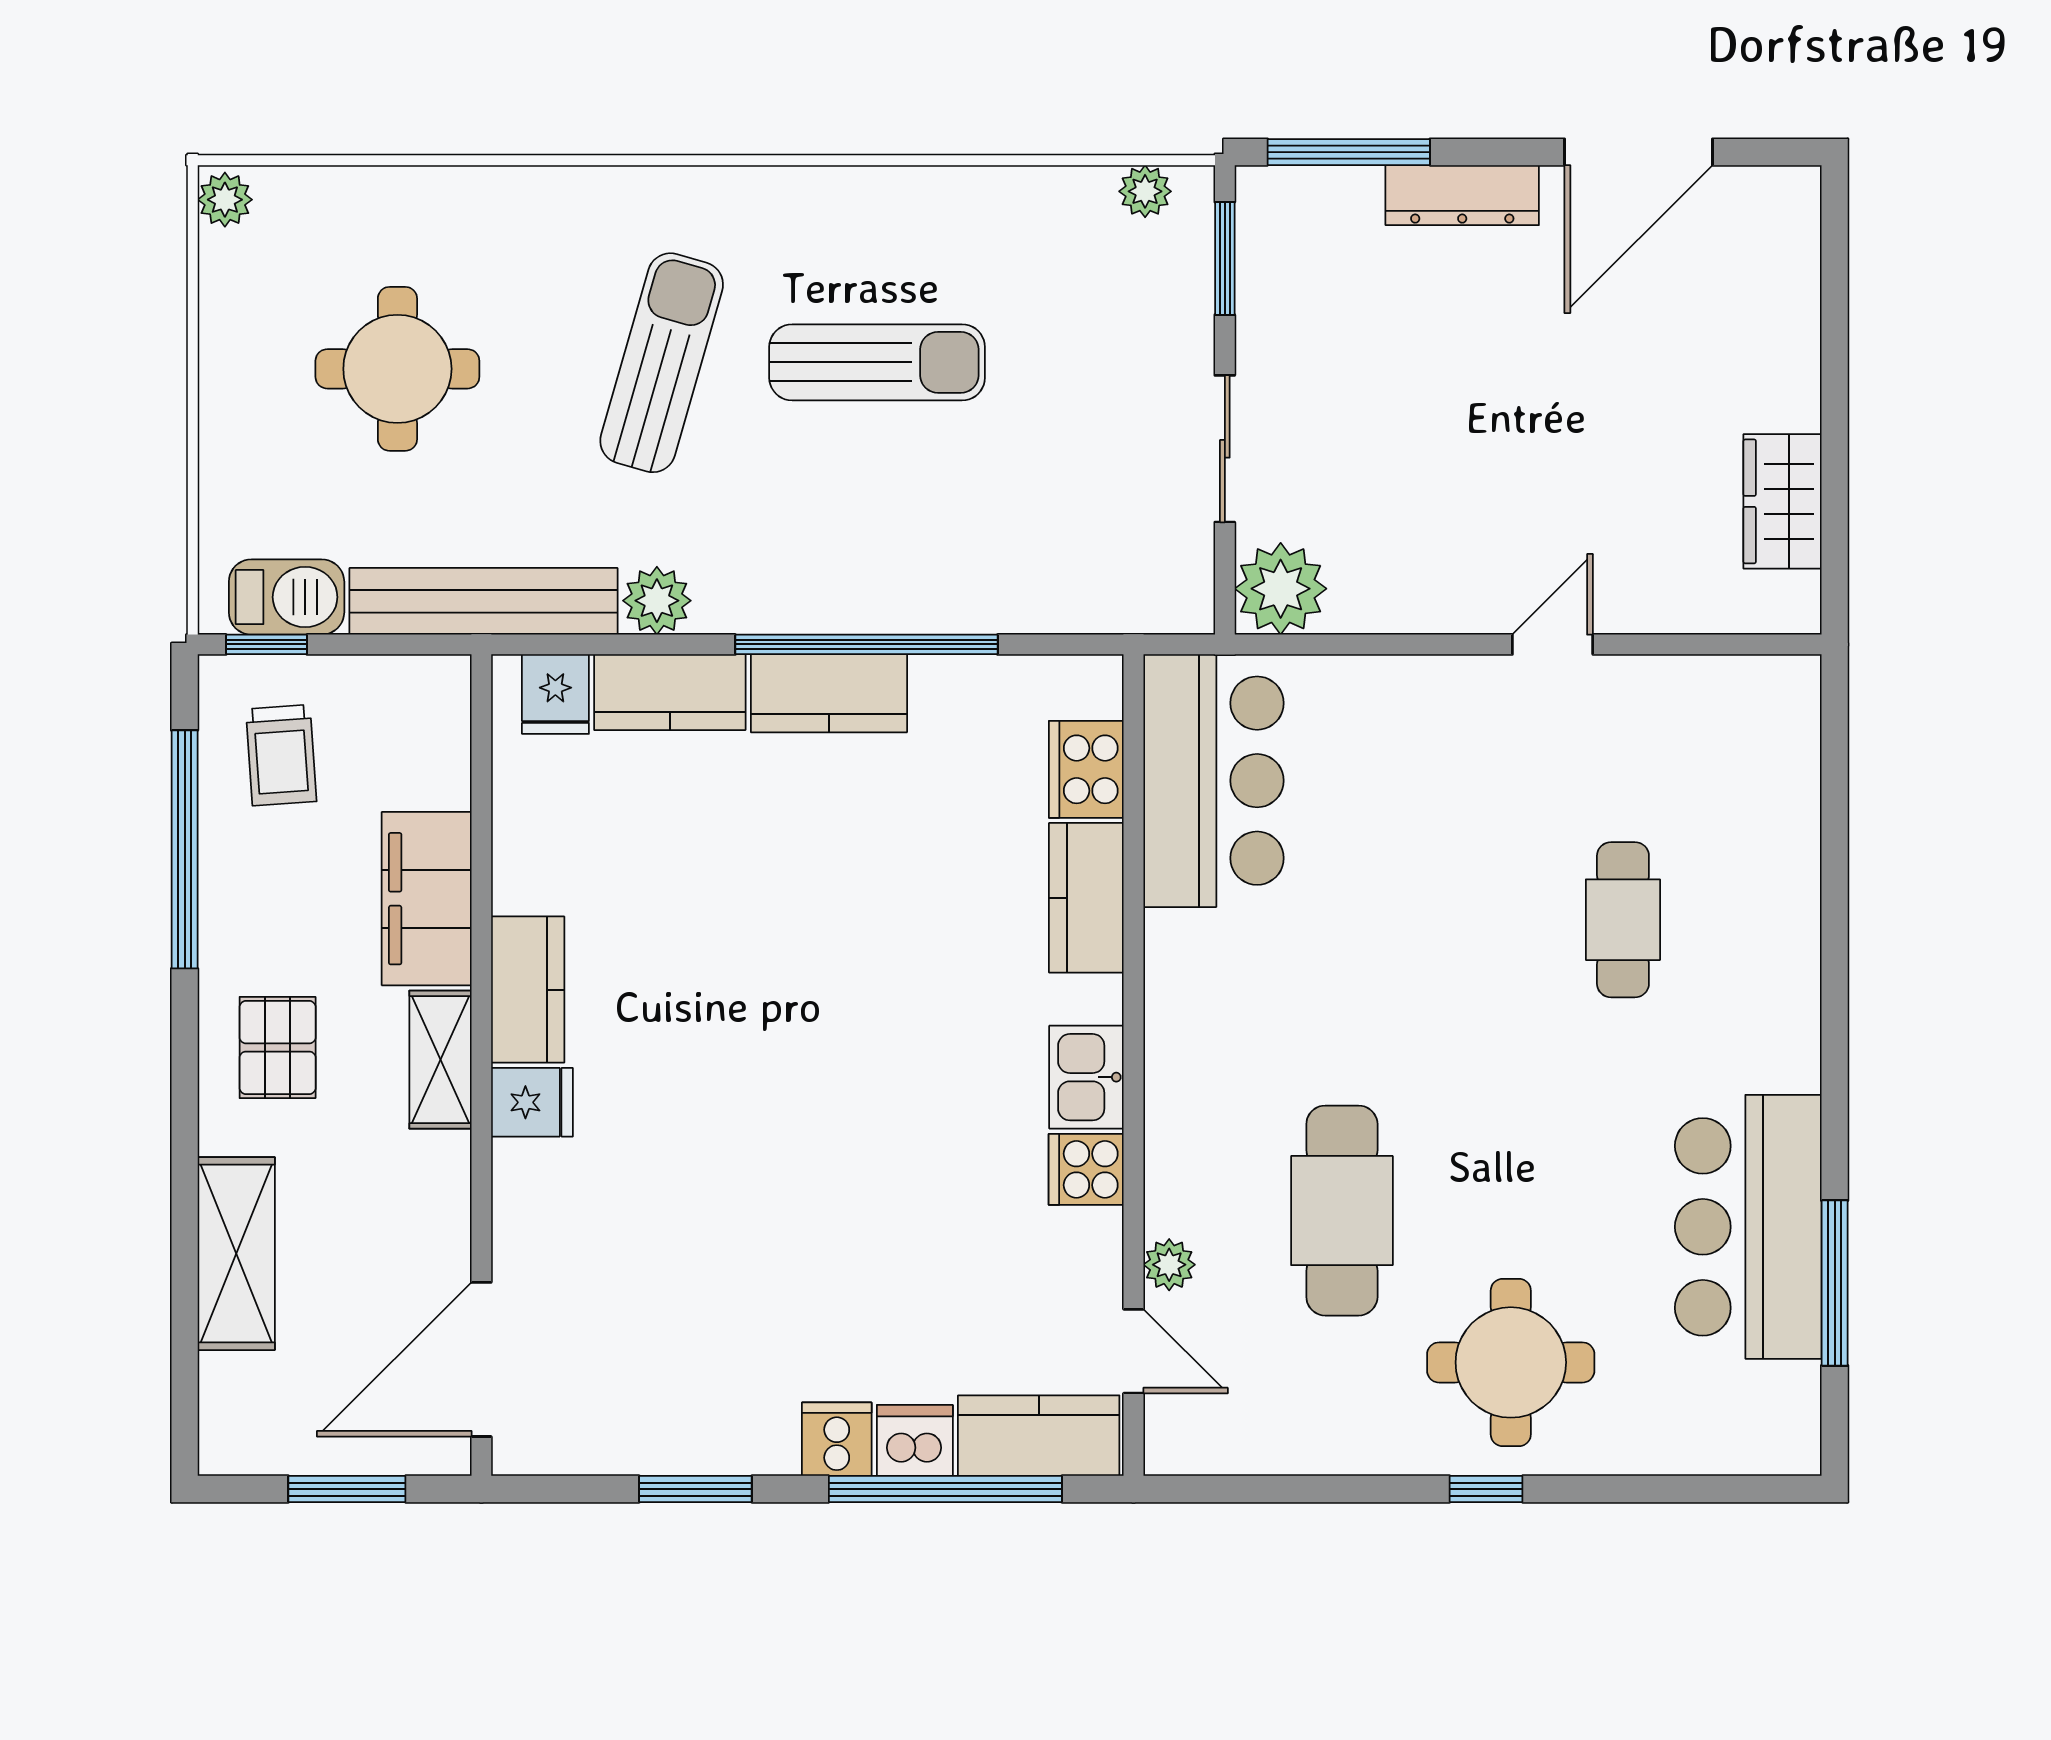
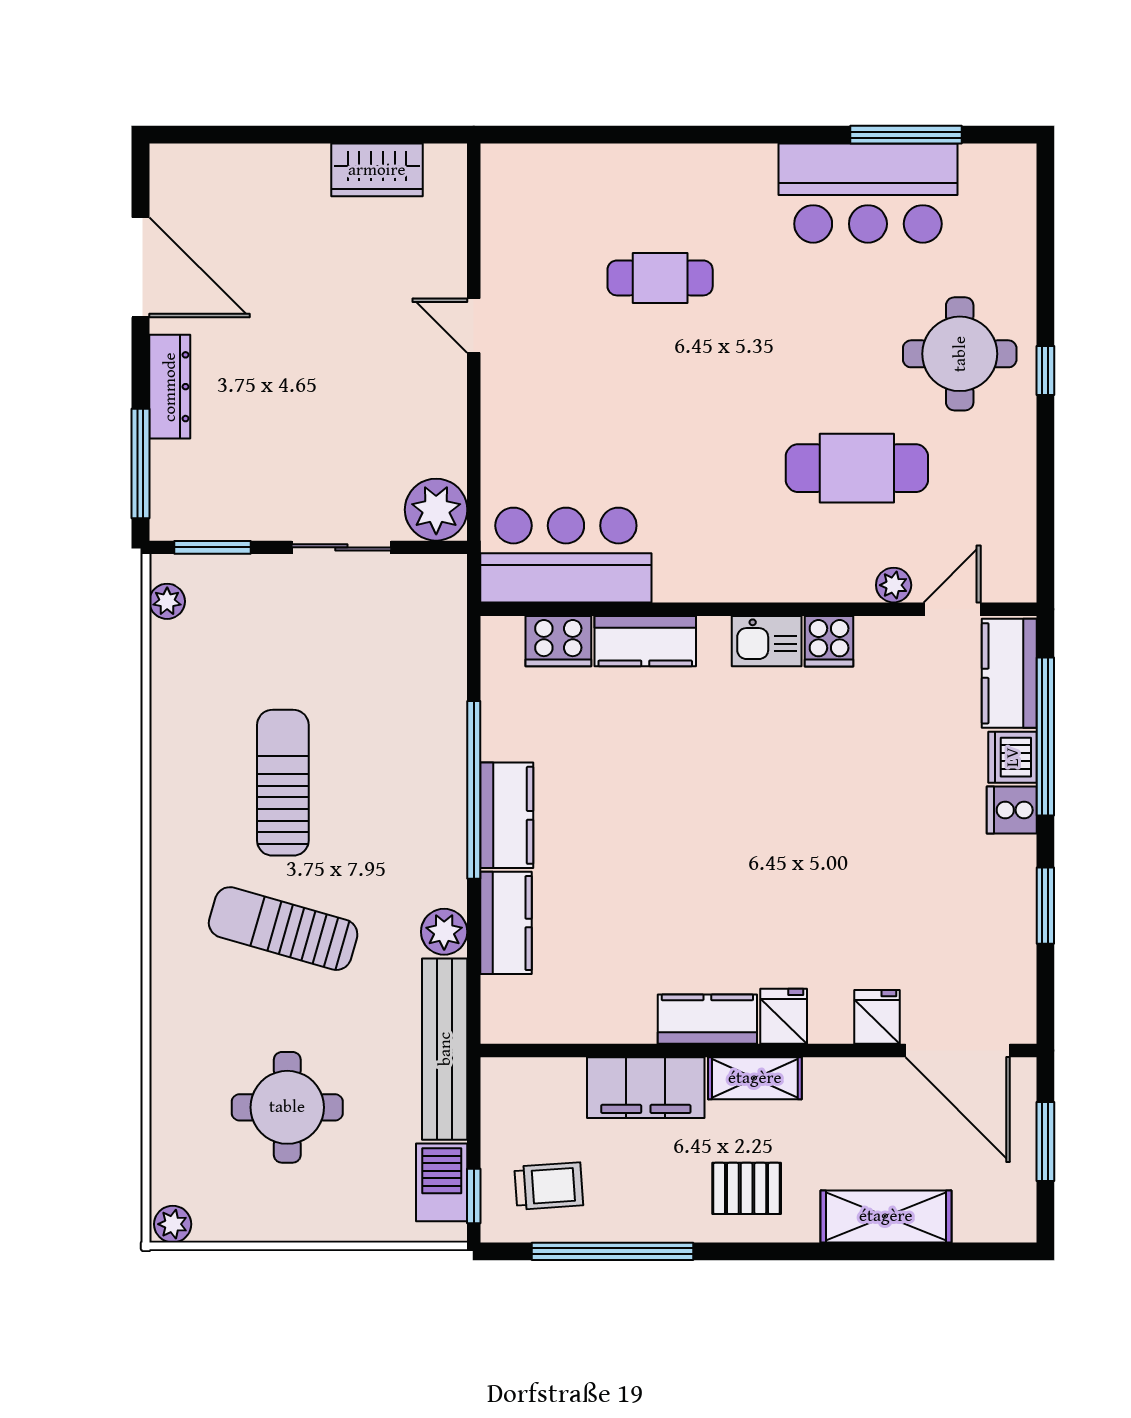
fridge: (555, 694) -> (877, 1017), moved, turned -90

